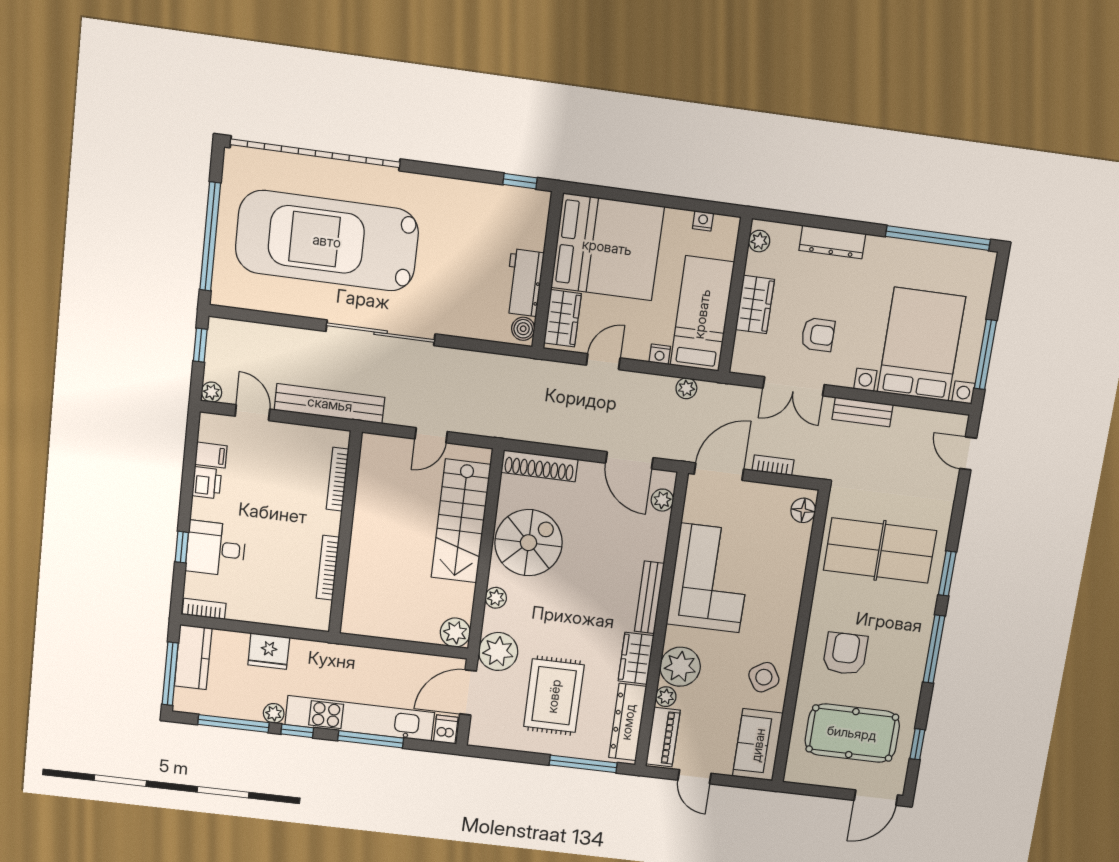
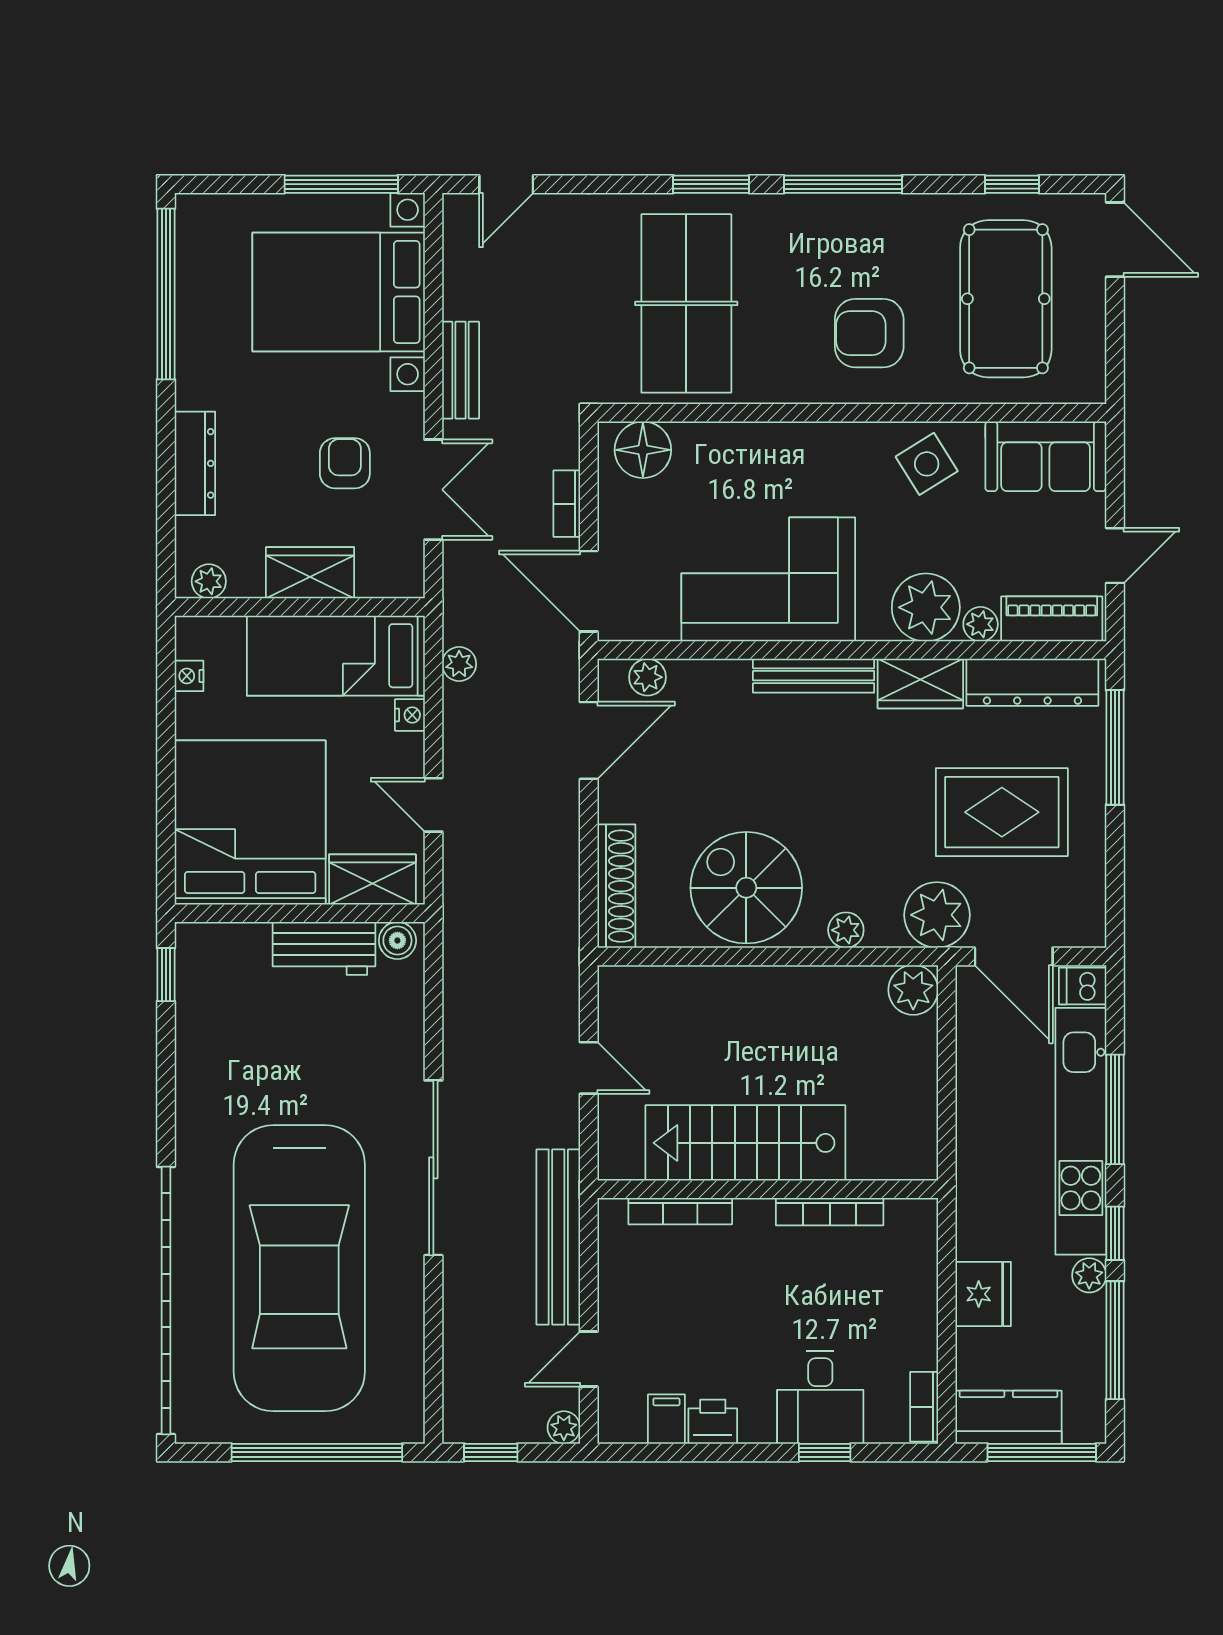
floor lamp: (803, 510) -> (643, 450), width x1.38, depth x1.38
stairs: (461, 521) -> (745, 1143), moved, turned 180

